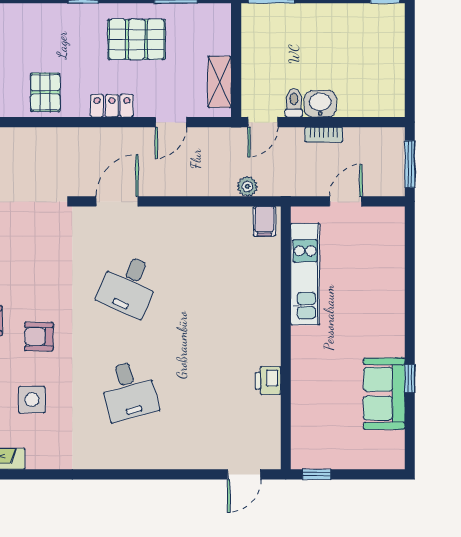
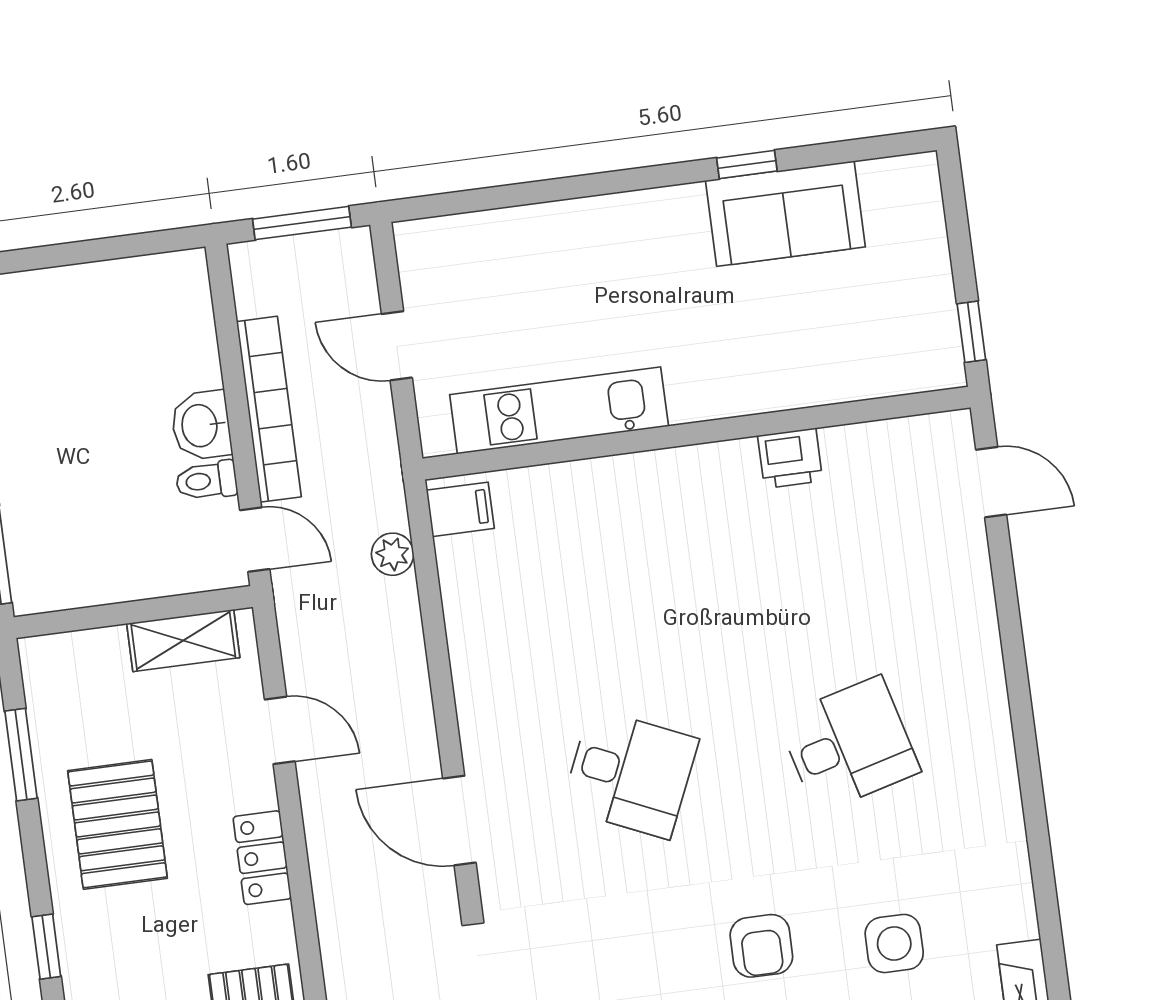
bookcase: (324, 135) -> (269, 409), width x2.31, depth x1.31

